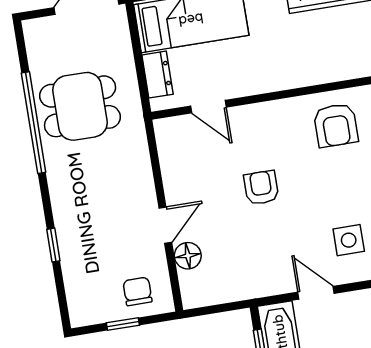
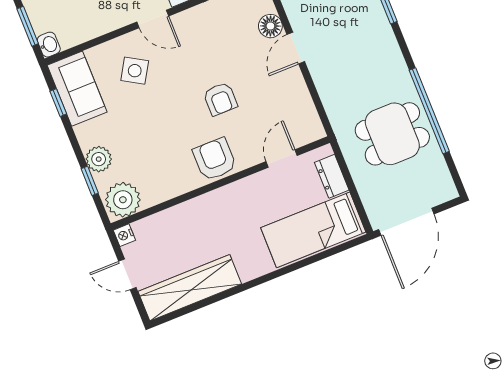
door: (208, 107) -> (282, 159), hinge flipped
armchair: (336, 125) -> (215, 159), moved
side table: (349, 240) -> (135, 71), turned 31

